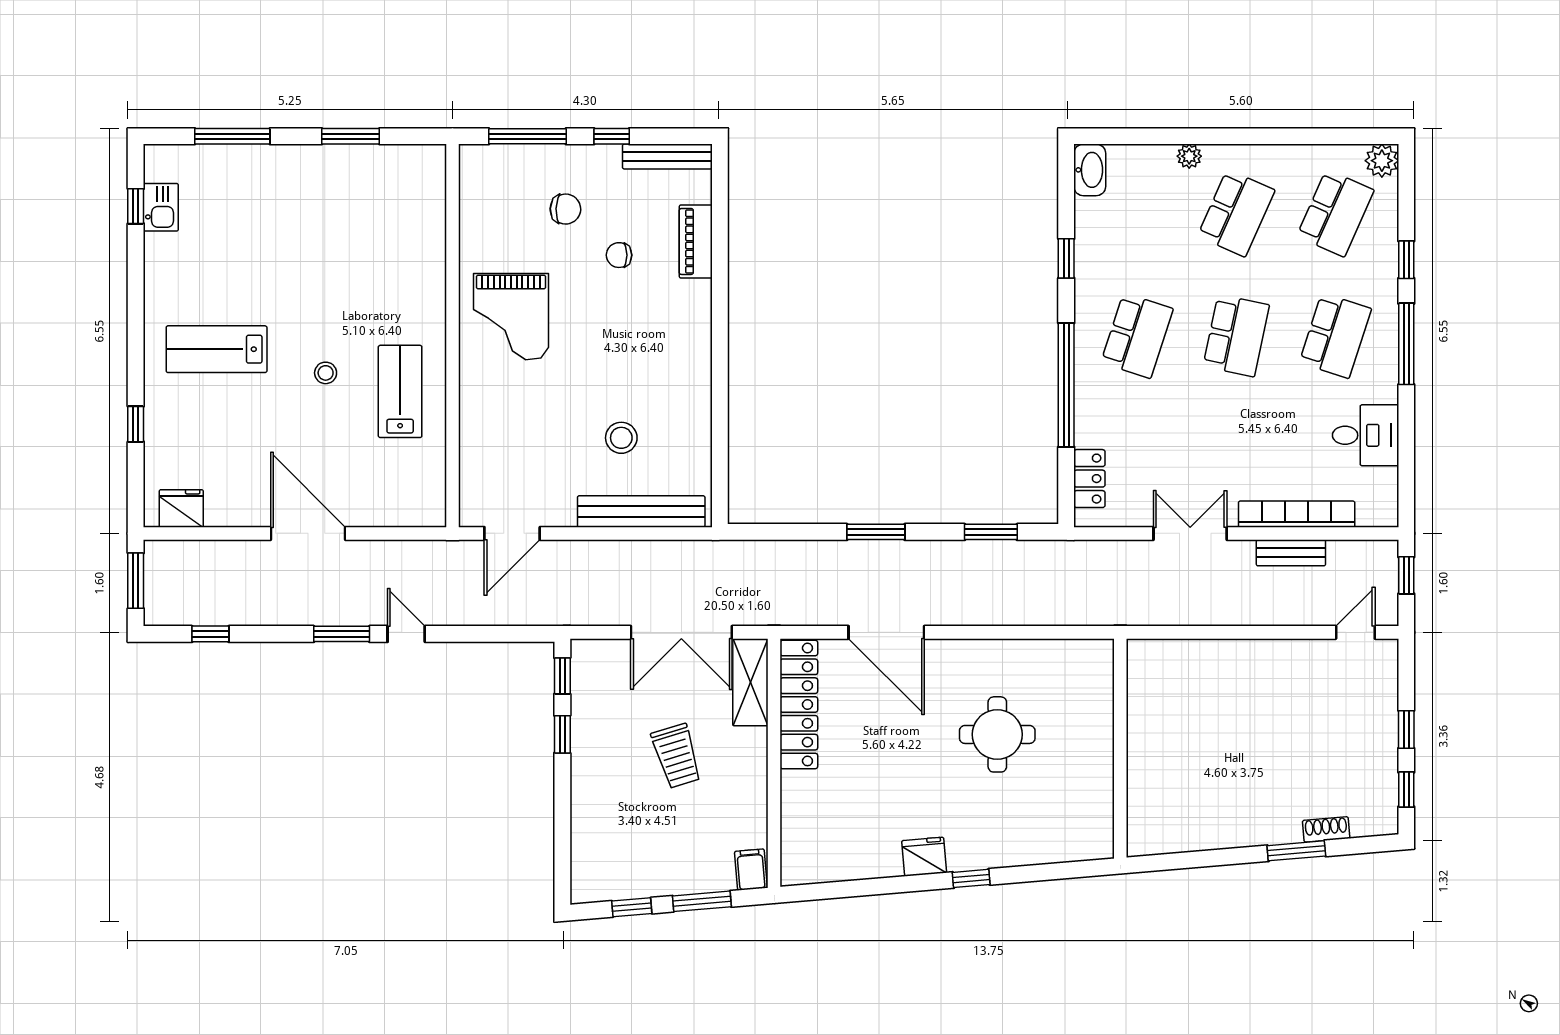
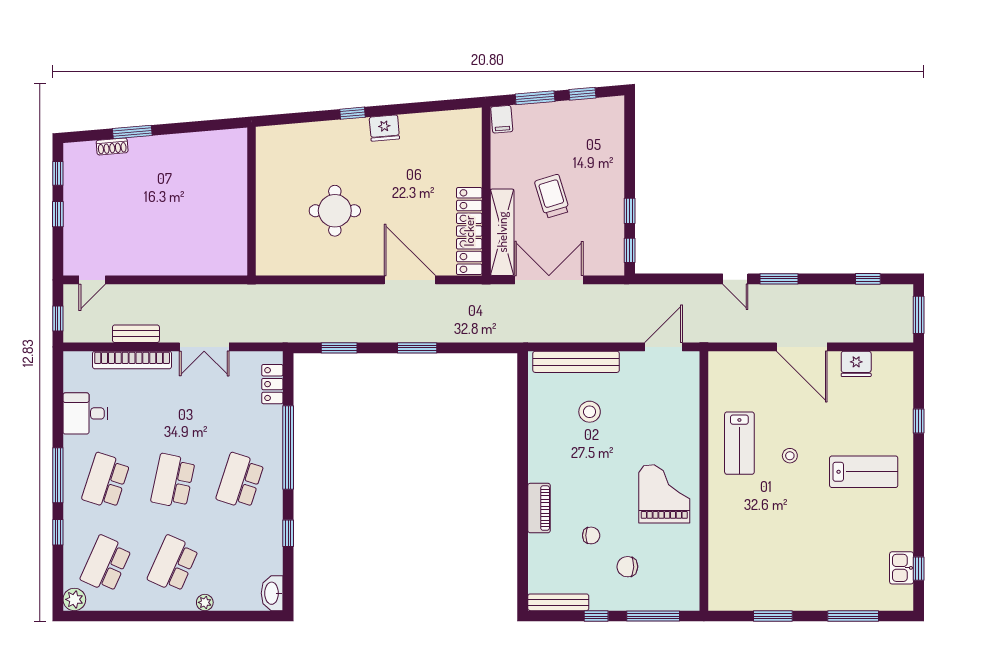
piano: (696, 241) -> (539, 508), moved
fridge: (181, 508) -> (856, 364), moved
shelving: (750, 682) -> (502, 232), width x1.47

